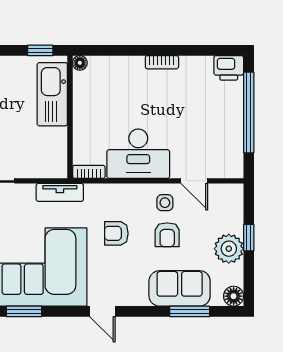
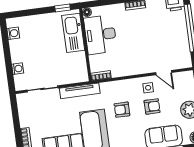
desk: (138, 154) -> (100, 35), moved, turned 90
tv unit: (60, 192) -> (80, 91), width x1.41
armchair: (167, 235) -> (152, 106), turned -90

